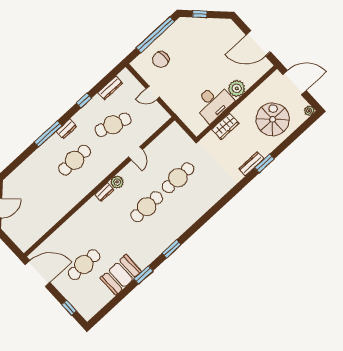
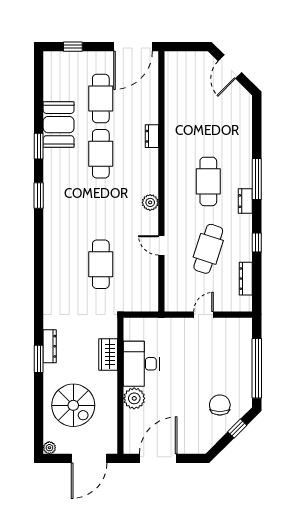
chair: (161, 60) -> (220, 405), moved
dresser: (104, 192) -> (152, 136), moved
cafe table: (147, 207) -> (101, 154), moved

